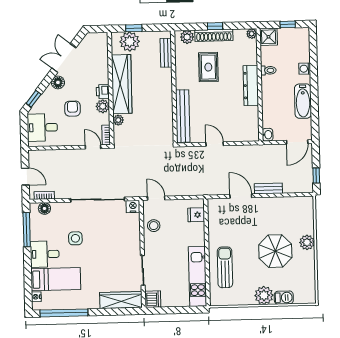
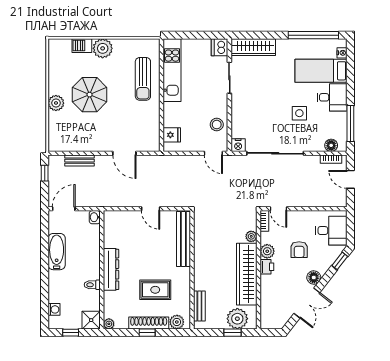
rug: (208, 67) -> (155, 290), turned 90
washing machine: (305, 69) -> (54, 309), moved
bench: (268, 189) -> (79, 161), moved

